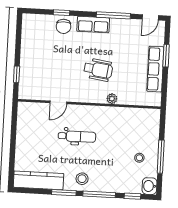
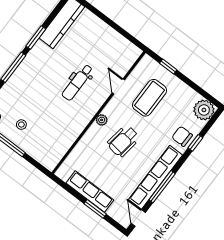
plant: (31, 23) -> (204, 110), added
row of seats: (93, 25) -> (156, 177), width x2.02
coffee table: (51, 72) -> (150, 98), added
plant: (112, 99) -> (102, 120), moved
stool: (82, 179) -> (37, 62), removed

